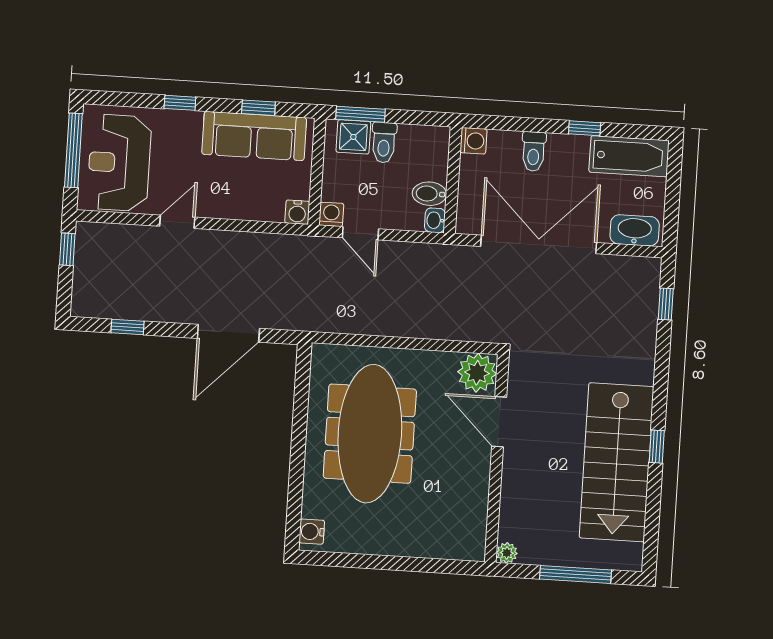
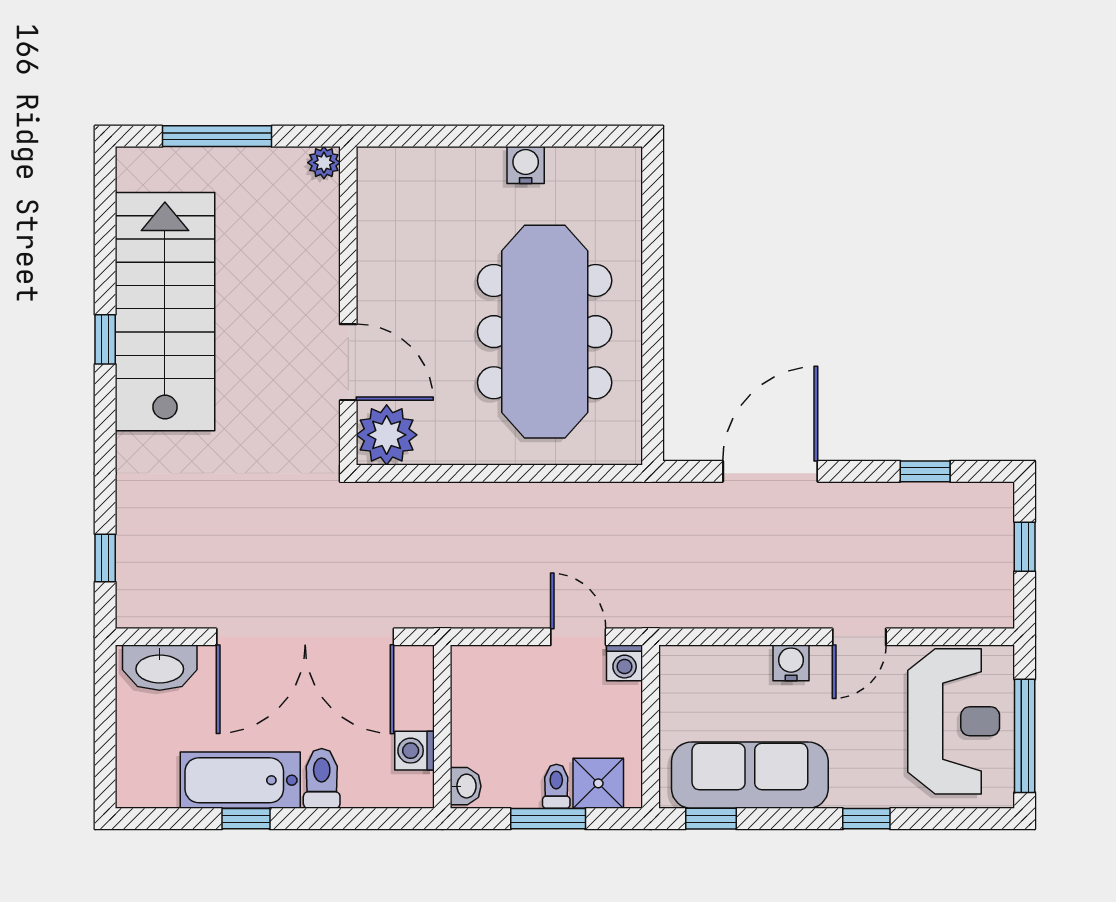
window: (258, 108) -> (711, 819), moved
window: (360, 114) -> (548, 819), moved
washing machine: (473, 141) -> (415, 751), moved
toilet: (384, 143) -> (556, 786), width x0.73, depth x0.72
bathtub: (629, 156) -> (240, 780), moved
bidet: (429, 194) -> (477, 704), removed
water cooler: (297, 212) -> (791, 663), moved
washbasin: (435, 220) -> (466, 786), moved
window: (67, 249) -> (1025, 547), moved
water cooler: (312, 532) -> (526, 165), moved, turned -90

